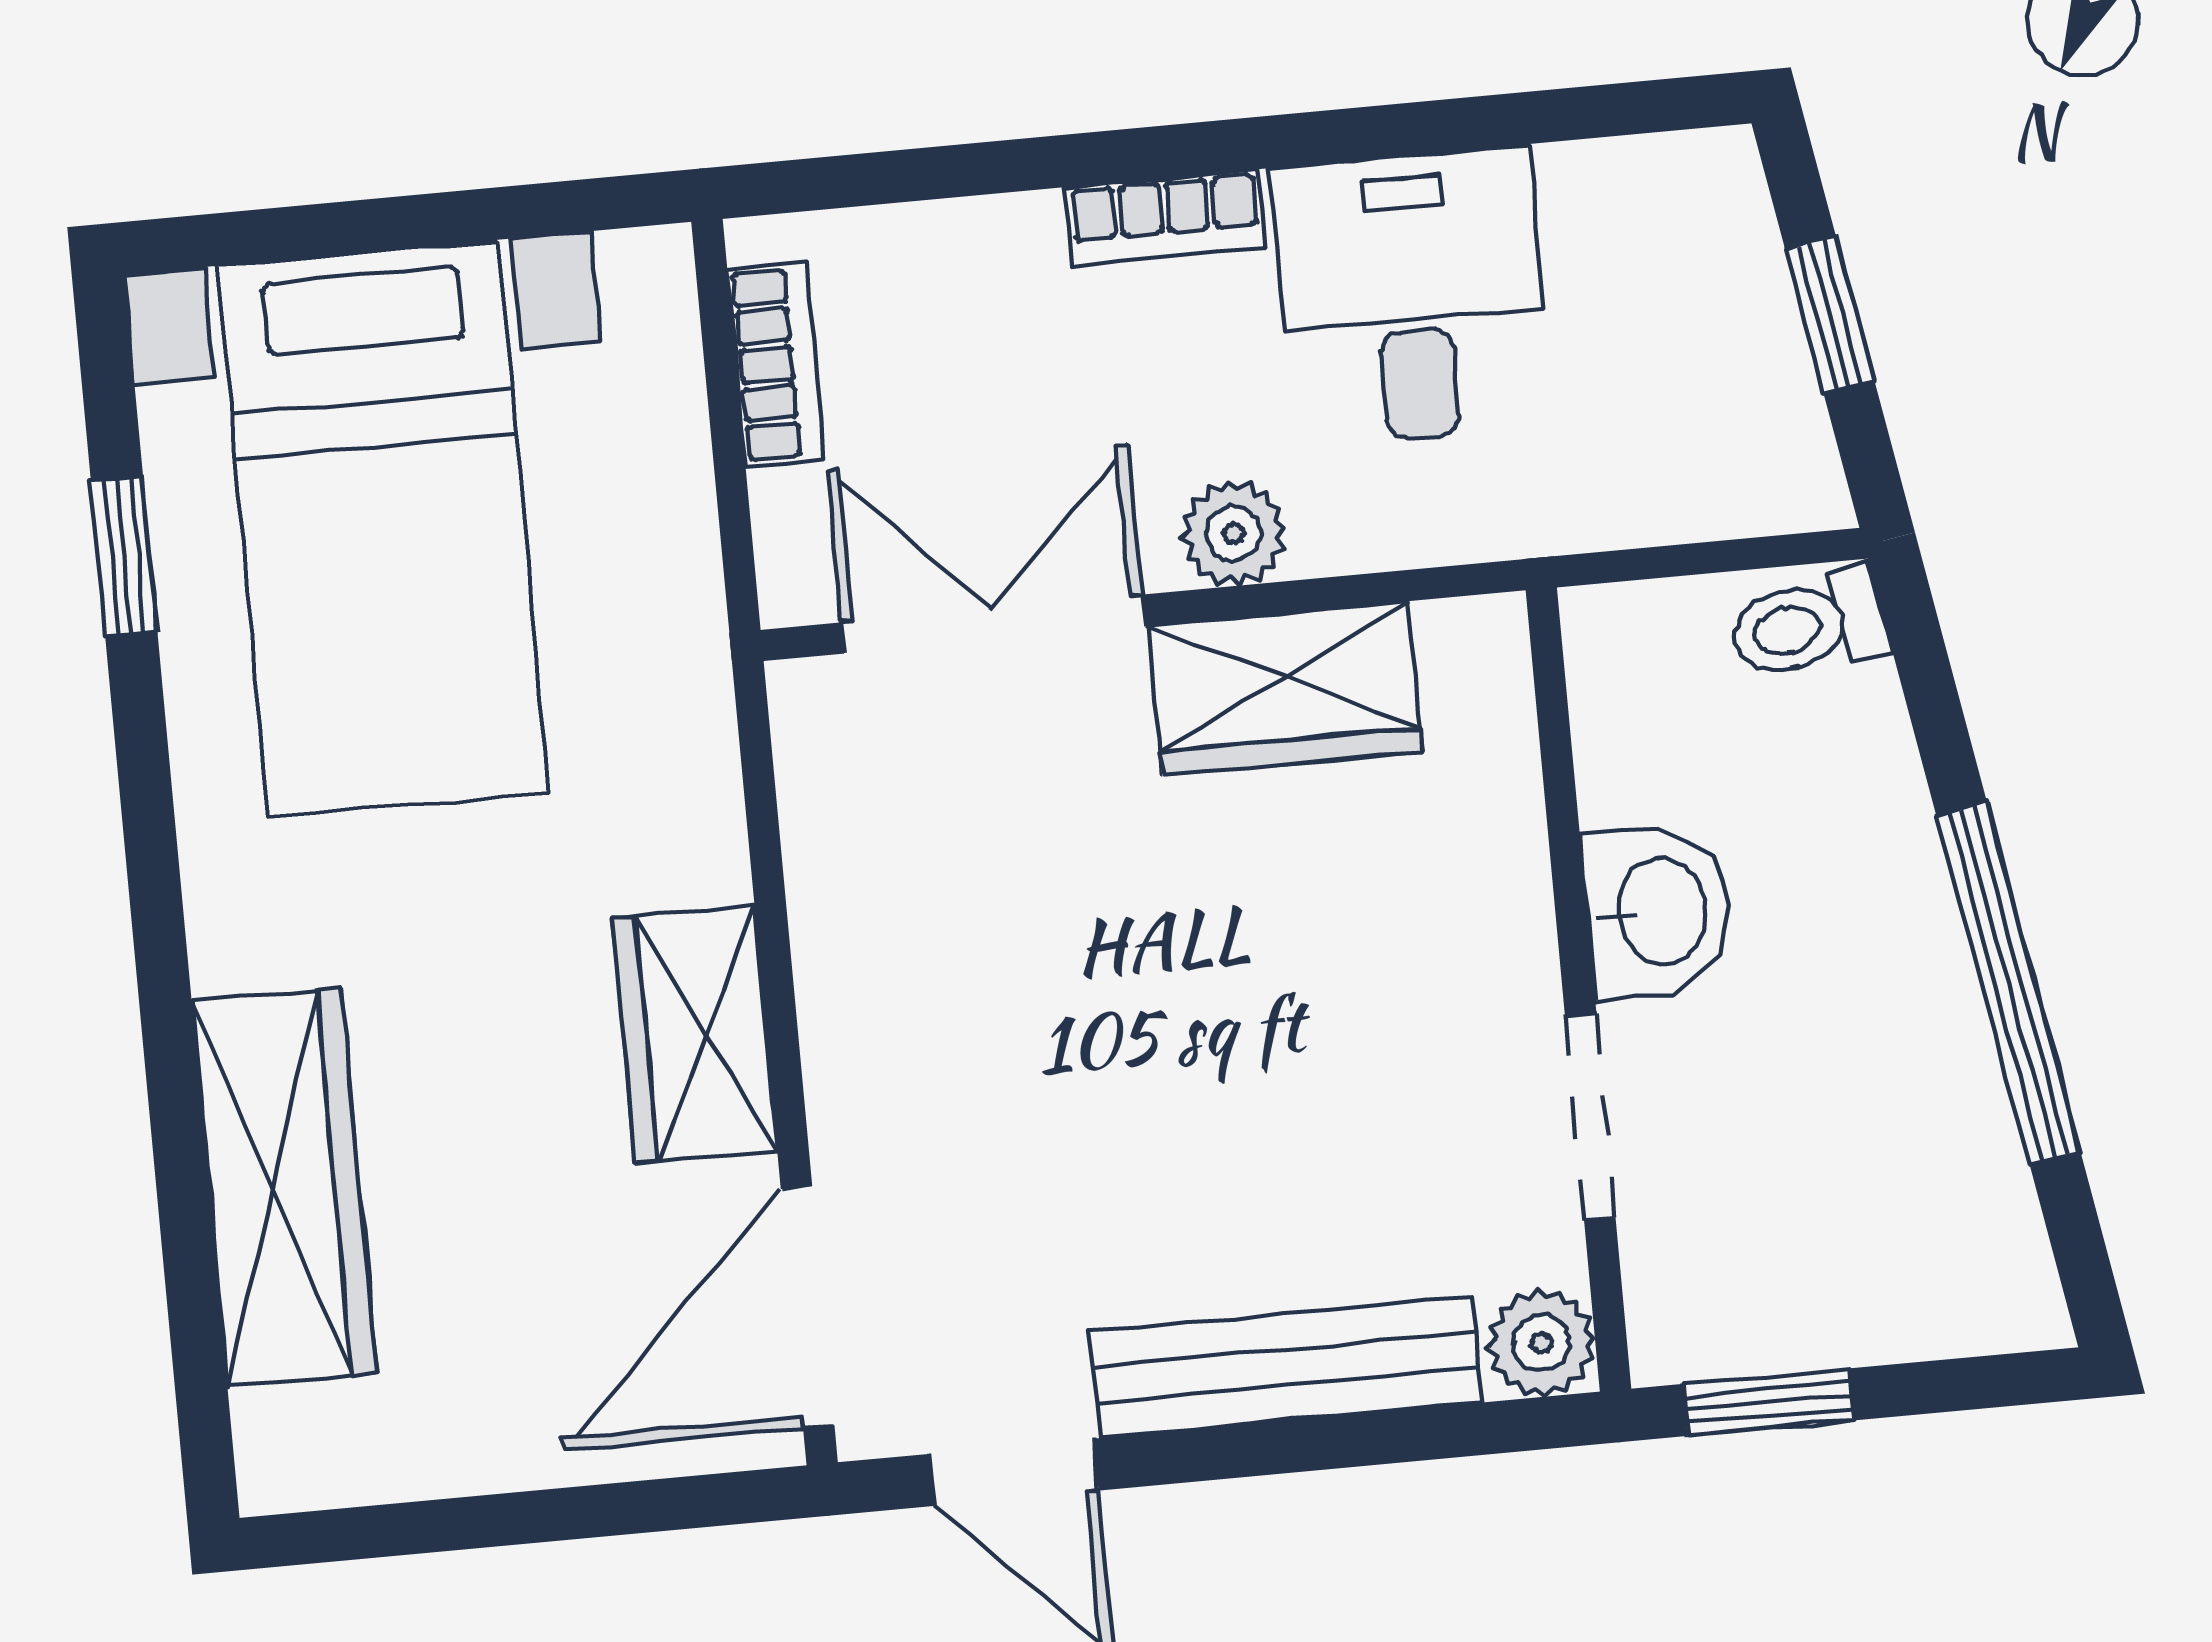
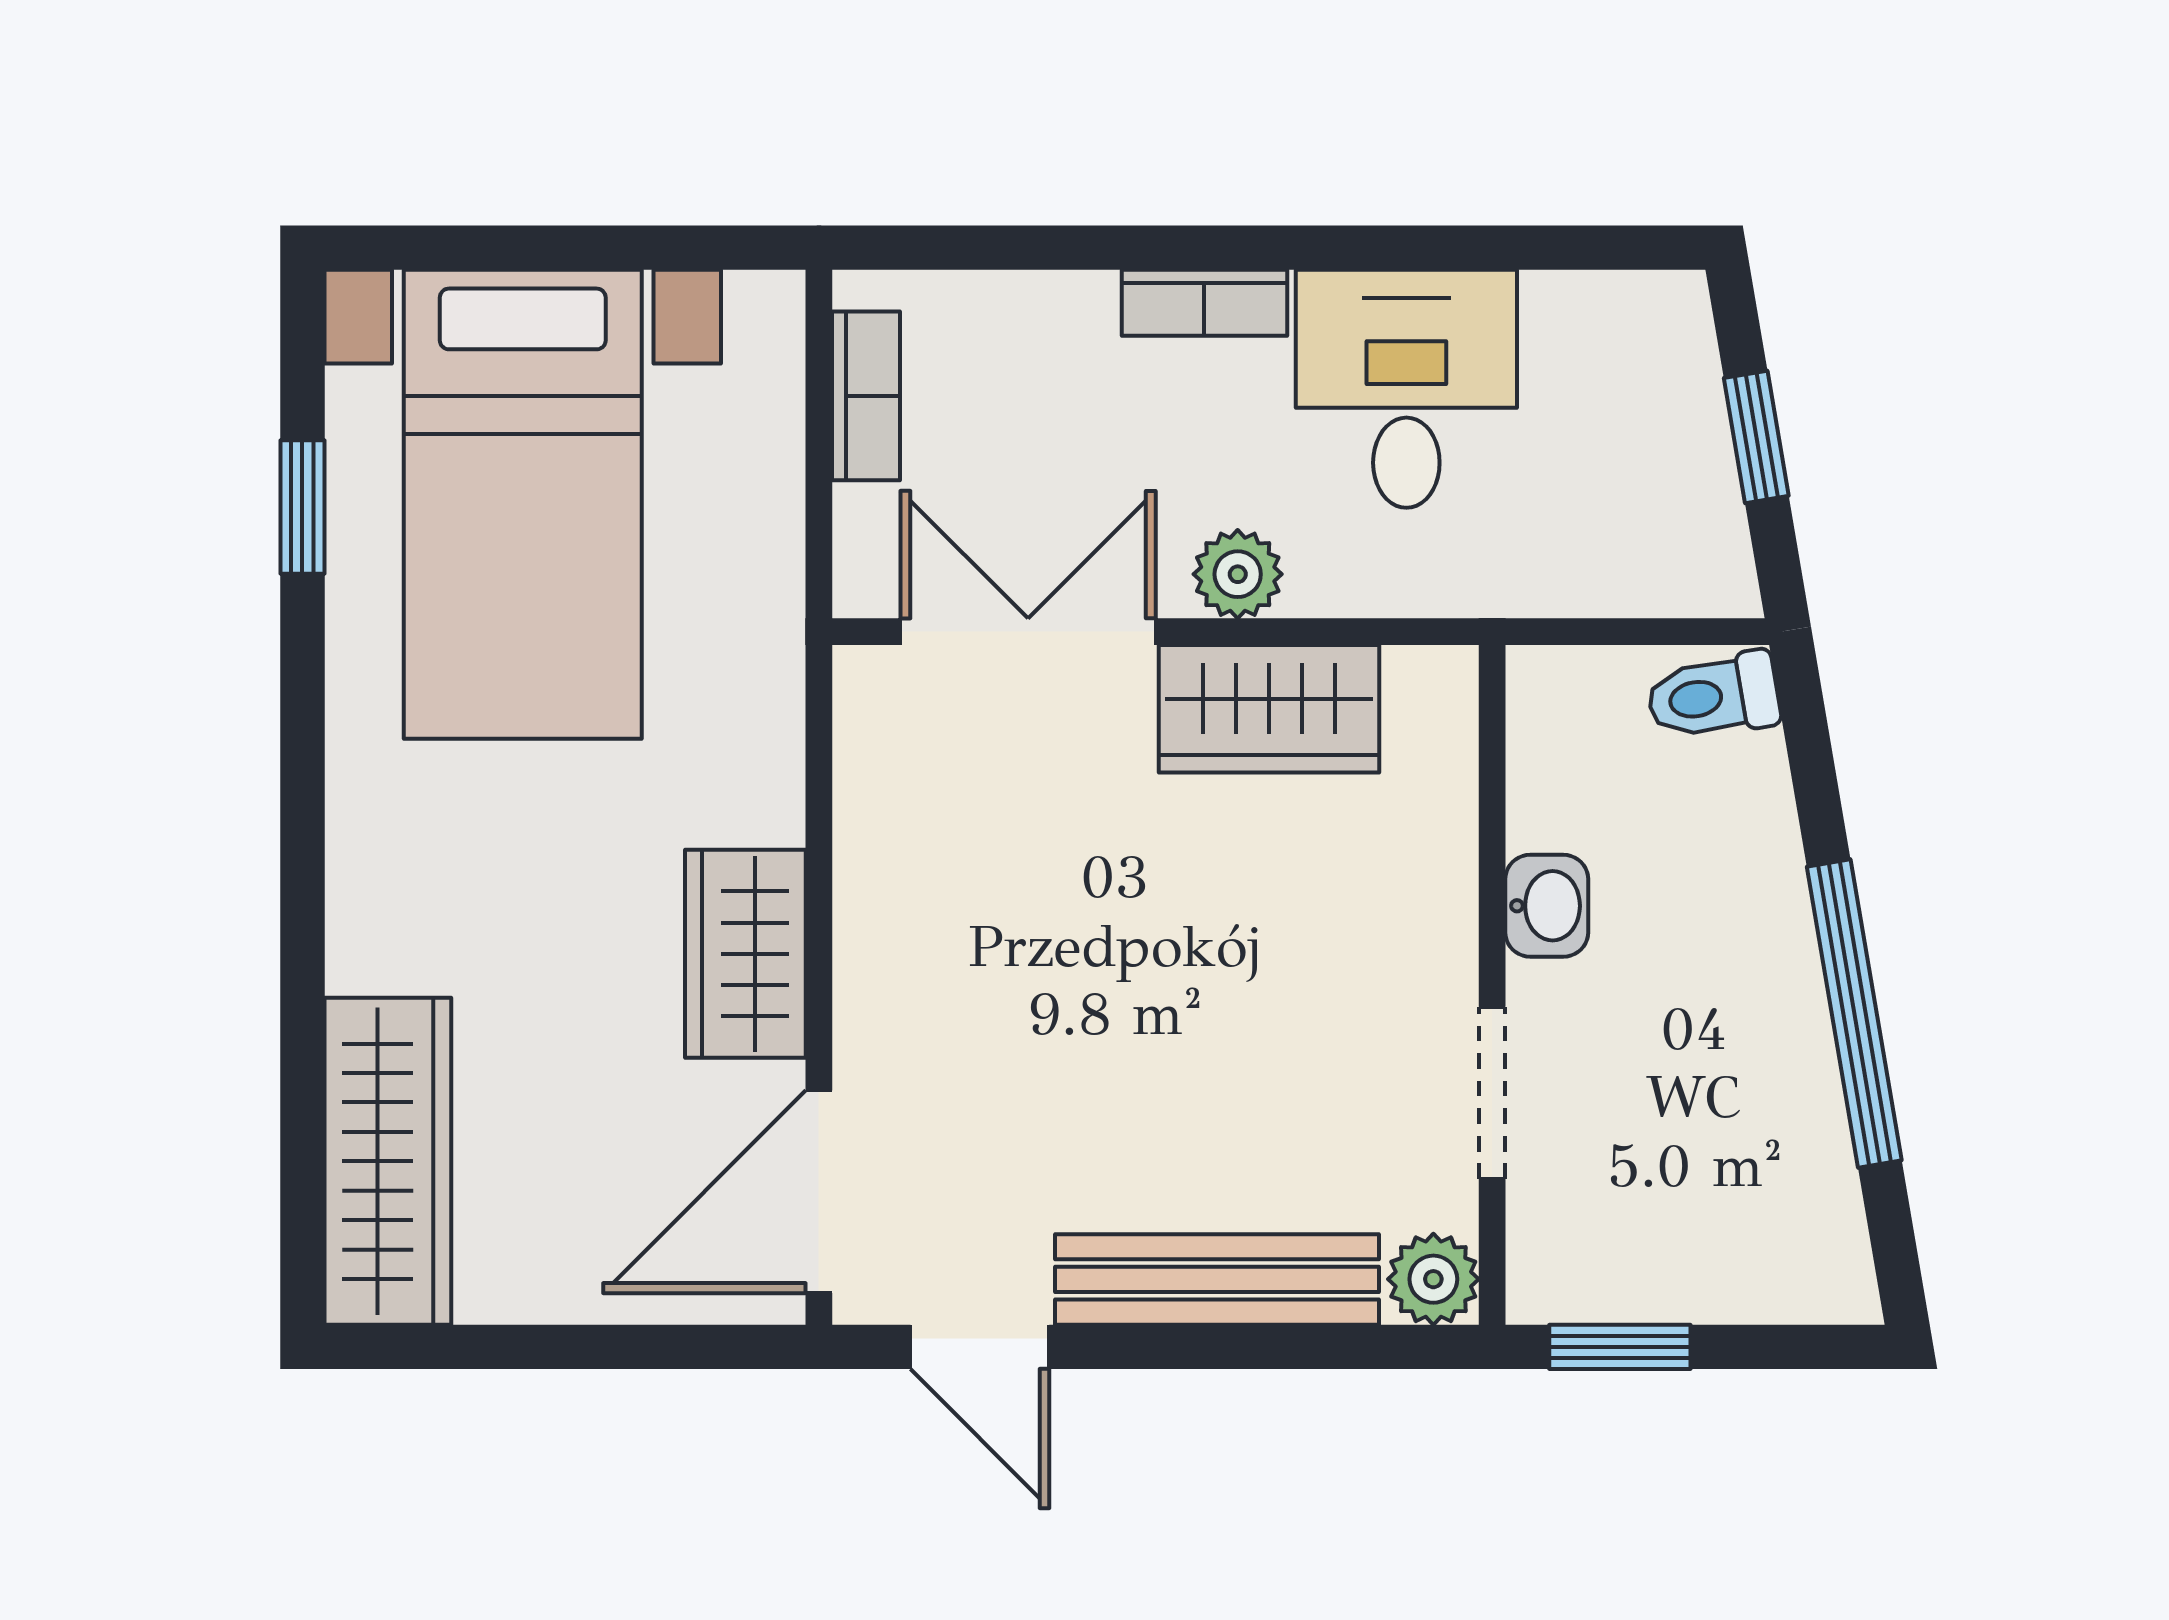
washbasin: (1658, 911) -> (1547, 906), width x0.72, depth x0.69
wardrobe: (284, 1187) -> (388, 1161), moved

